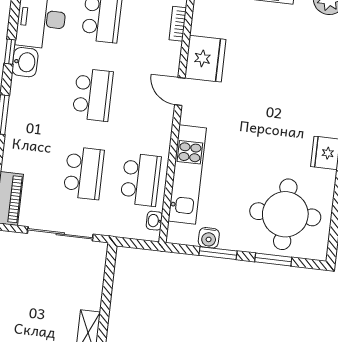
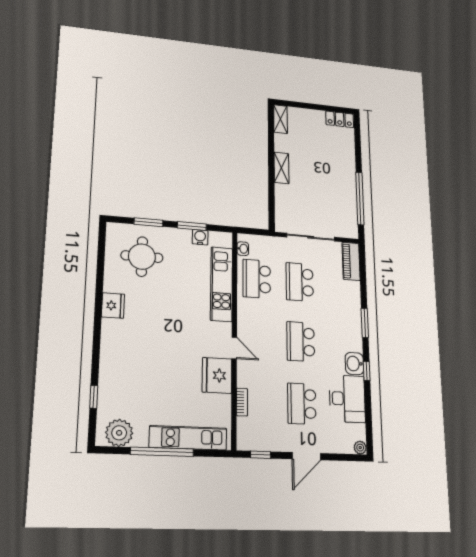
round table: (285, 214) -> (142, 257), width x0.73, depth x0.73

